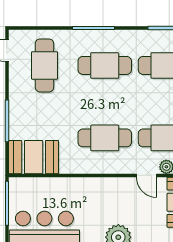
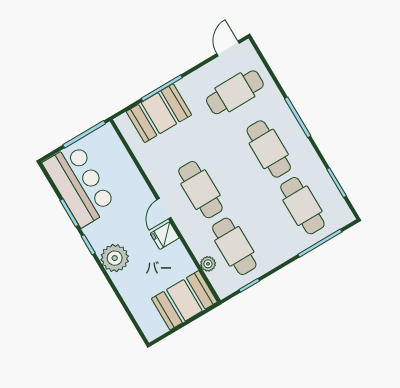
booth: (34, 157) -> (159, 113), moved, turned 90
door: (146, 175) -> (164, 209), moved
fridge: (124, 187) -> (165, 236), added

